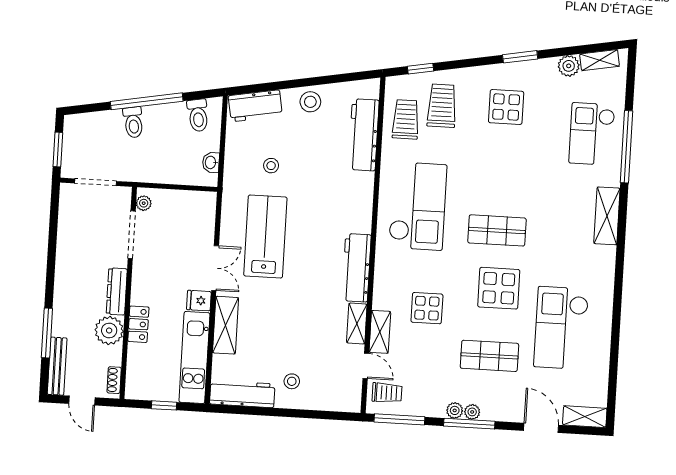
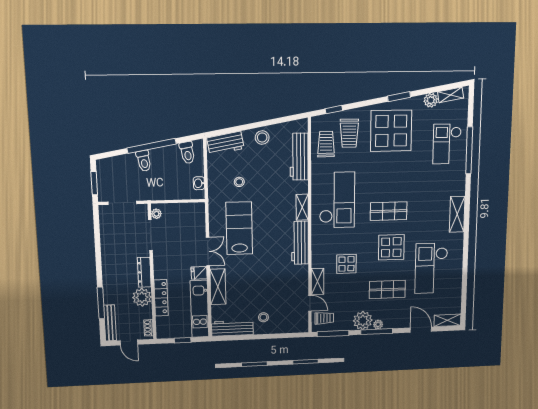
trolley: (442, 106) -> (349, 133), turned 180
display table: (506, 107) -> (391, 131), width x1.86, depth x1.86
shelving: (607, 216) -> (457, 214), moved
shelving: (357, 323) -> (302, 207), moved
locker: (138, 324) -> (161, 298), width x1.53
plant: (455, 410) -> (363, 321), width x1.87, depth x1.87

